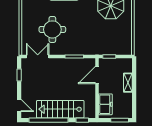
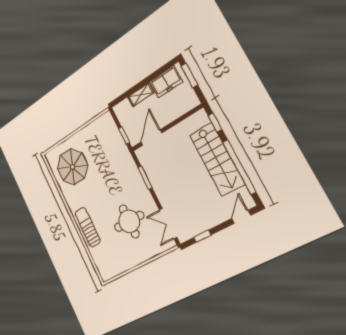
door: (97, 75) -> (151, 137), swing flipped
freezer: (105, 104) -> (166, 82), moved, turned 180

